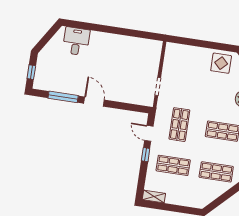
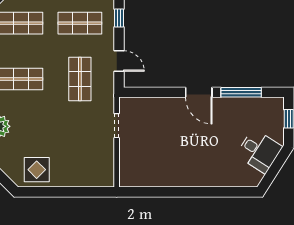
desk: (76, 41) -> (259, 151), moved, turned -58
window: (146, 155) -> (119, 18), moved

